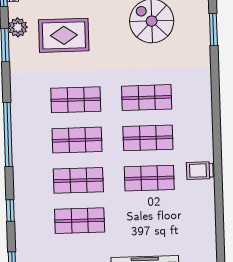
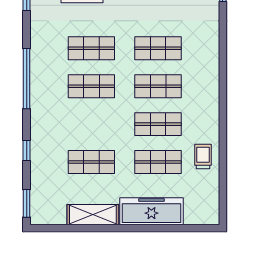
trolley: (200, 171) -> (203, 157), moved, turned 90
shop shelf: (78, 180) -> (158, 162), moved

